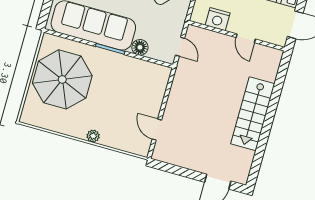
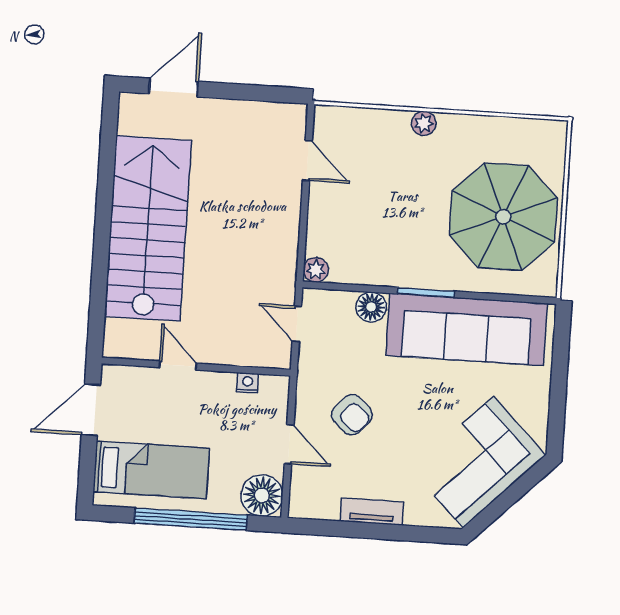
nightstand: (218, 19) -> (247, 383), width x0.53, depth x0.56
plant: (164, 72) -> (316, 270), added
stairs: (253, 114) -> (148, 228), width x1.36, depth x1.51

